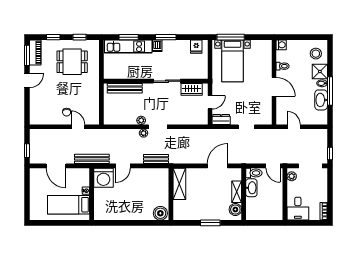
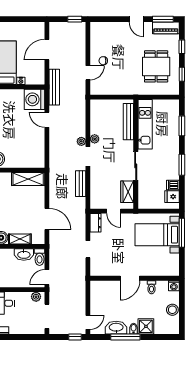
dishwasher: (157, 46) -> (173, 185), moved
kitchen unit: (128, 47) -> (145, 124), moved, turned 180
stool: (316, 54) -> (172, 310), moved
door: (294, 127) -> (88, 322), moved
window: (27, 151) -> (75, 19), moved
window: (330, 154) -> (75, 337), moved
bench: (156, 159) -> (81, 184), moved

